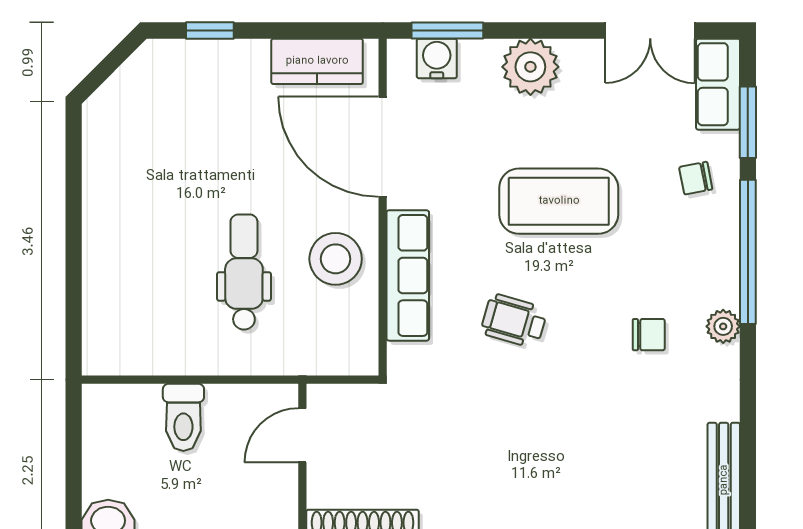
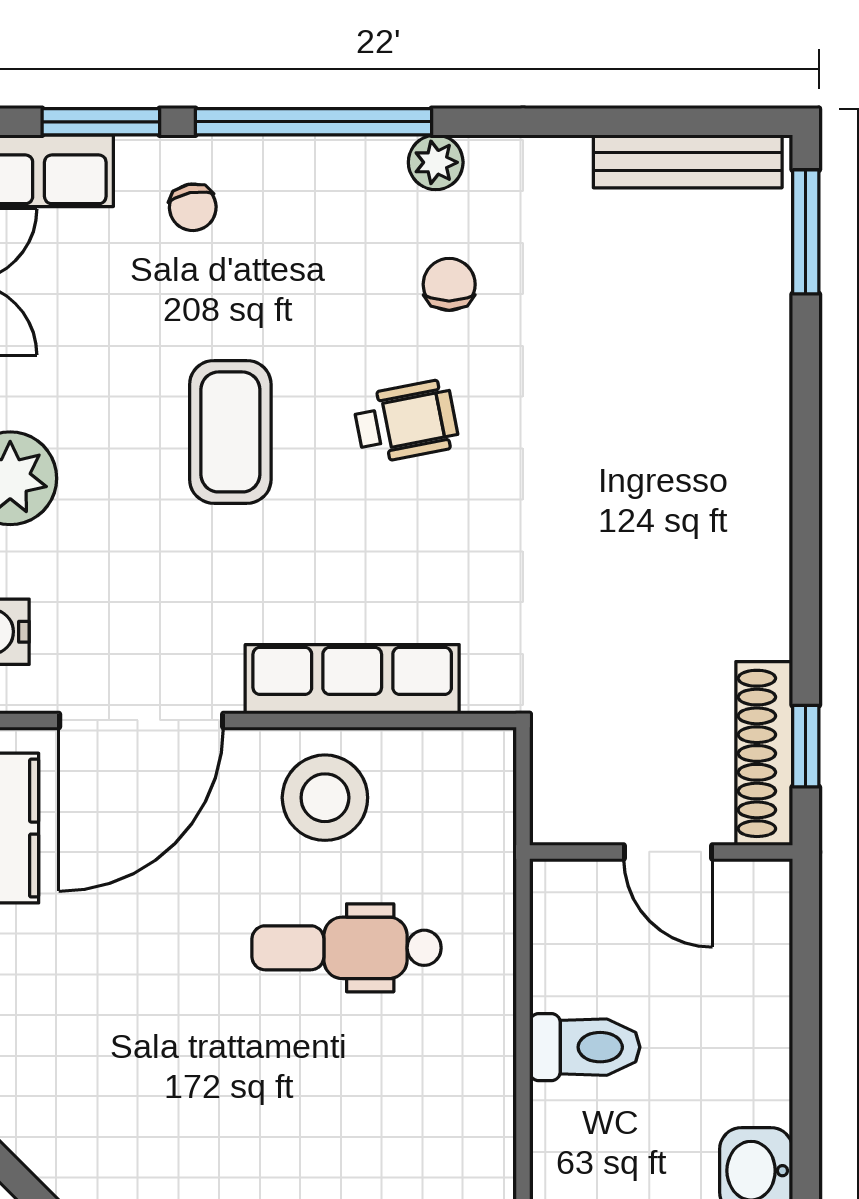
coffee table: (559, 201) -> (230, 432), width x0.73, depth x0.76
wheelchair: (514, 321) -> (406, 422), moved, turned -117
door: (302, 435) -> (668, 852), moved

